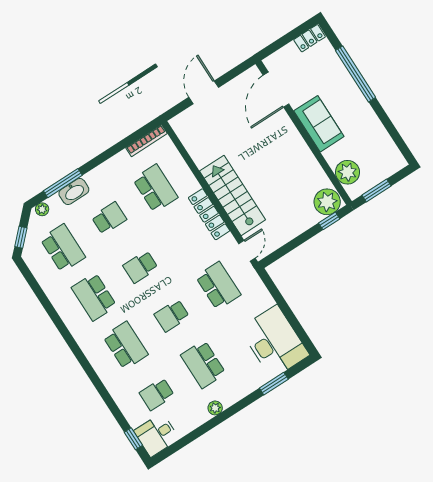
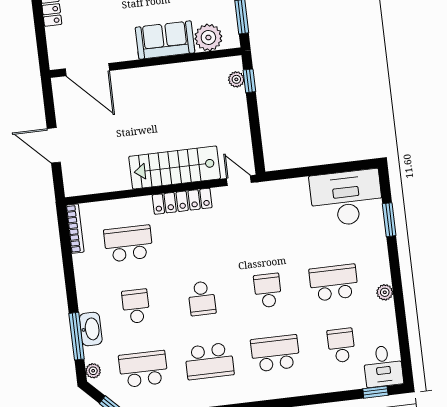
sofa: (319, 124) -> (165, 40), moved
plant: (327, 202) -> (236, 79), width x0.53, depth x0.53
school desk: (218, 286) -> (260, 228), removed
school desk: (172, 316) -> (268, 290), turned 180
school desk: (203, 364) -> (334, 283), turned 180
school desk: (157, 394) -> (341, 345), turned 180

